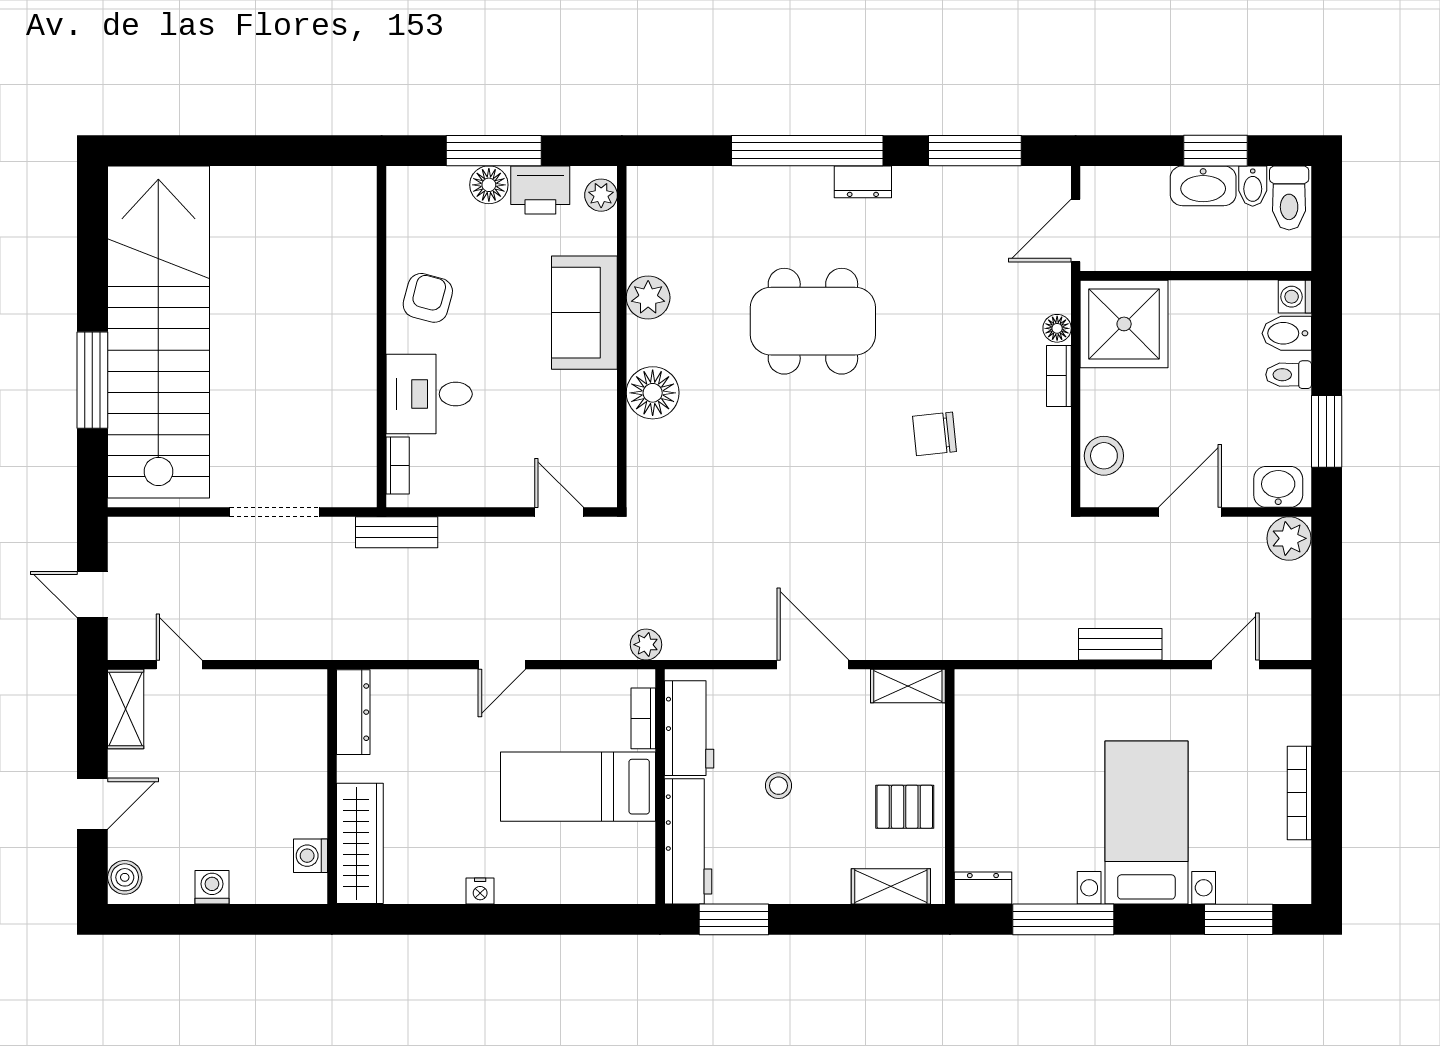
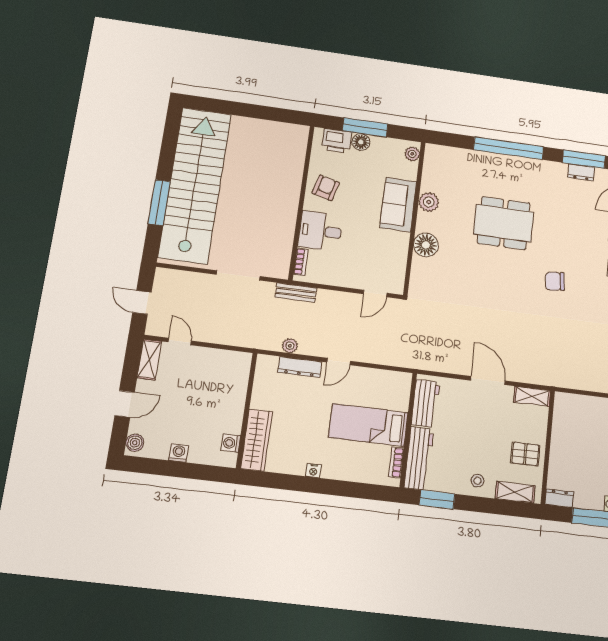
dresser: (863, 182) -> (581, 172), moved
printer: (540, 190) -> (337, 141), moved
door: (559, 512) -> (375, 294), swing flipped
plant: (646, 645) -> (290, 346), moved
dresser: (353, 712) -> (300, 367), moved, turned 90
bookcase: (643, 718) -> (396, 462), moved
stool: (779, 786) -> (477, 481), moved

